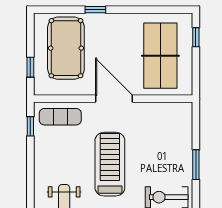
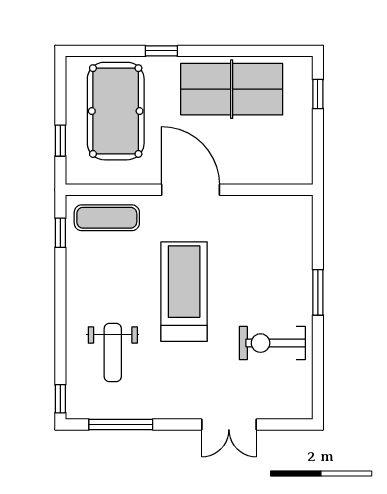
table tennis table: (160, 56) -> (232, 89), moved, turned 90

